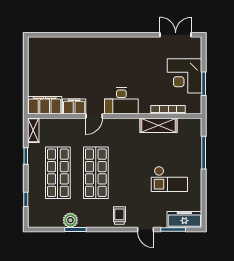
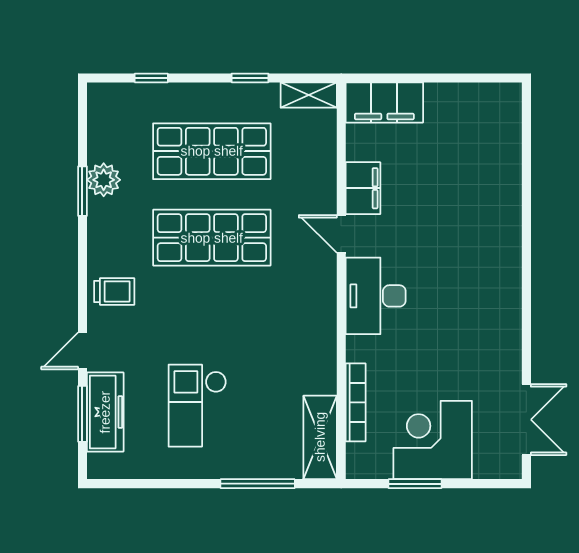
filing cabinet: (45, 105) -> (384, 102), moved, turned 90
shelving: (158, 125) -> (320, 437), moved
freezer: (184, 219) -> (105, 412), moved

